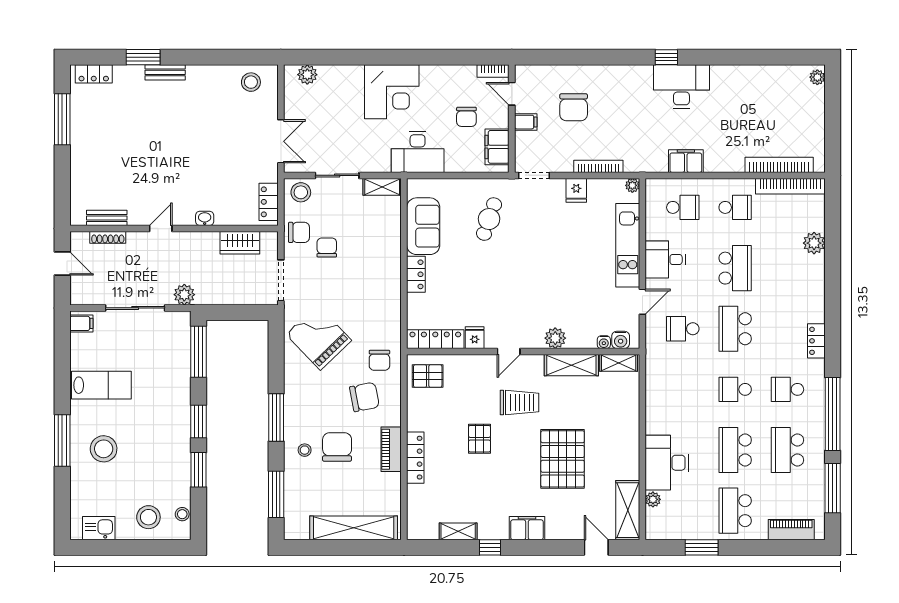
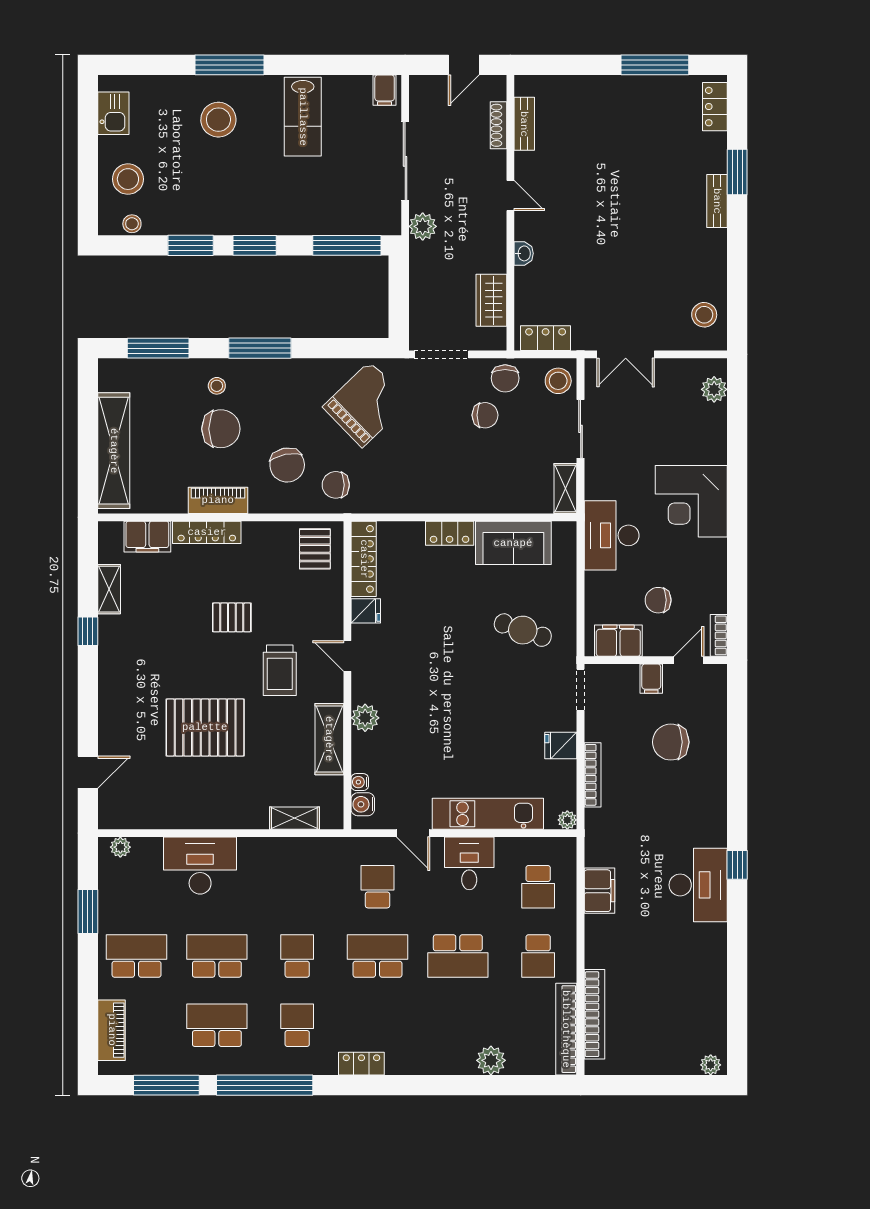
shelving: (619, 363) -> (294, 818), moved, turned 90
plant: (653, 499) -> (120, 847), moved
shelving: (628, 510) -> (137, 814), removed
filing cabinet: (527, 528) -> (147, 537), moved, turned 90

